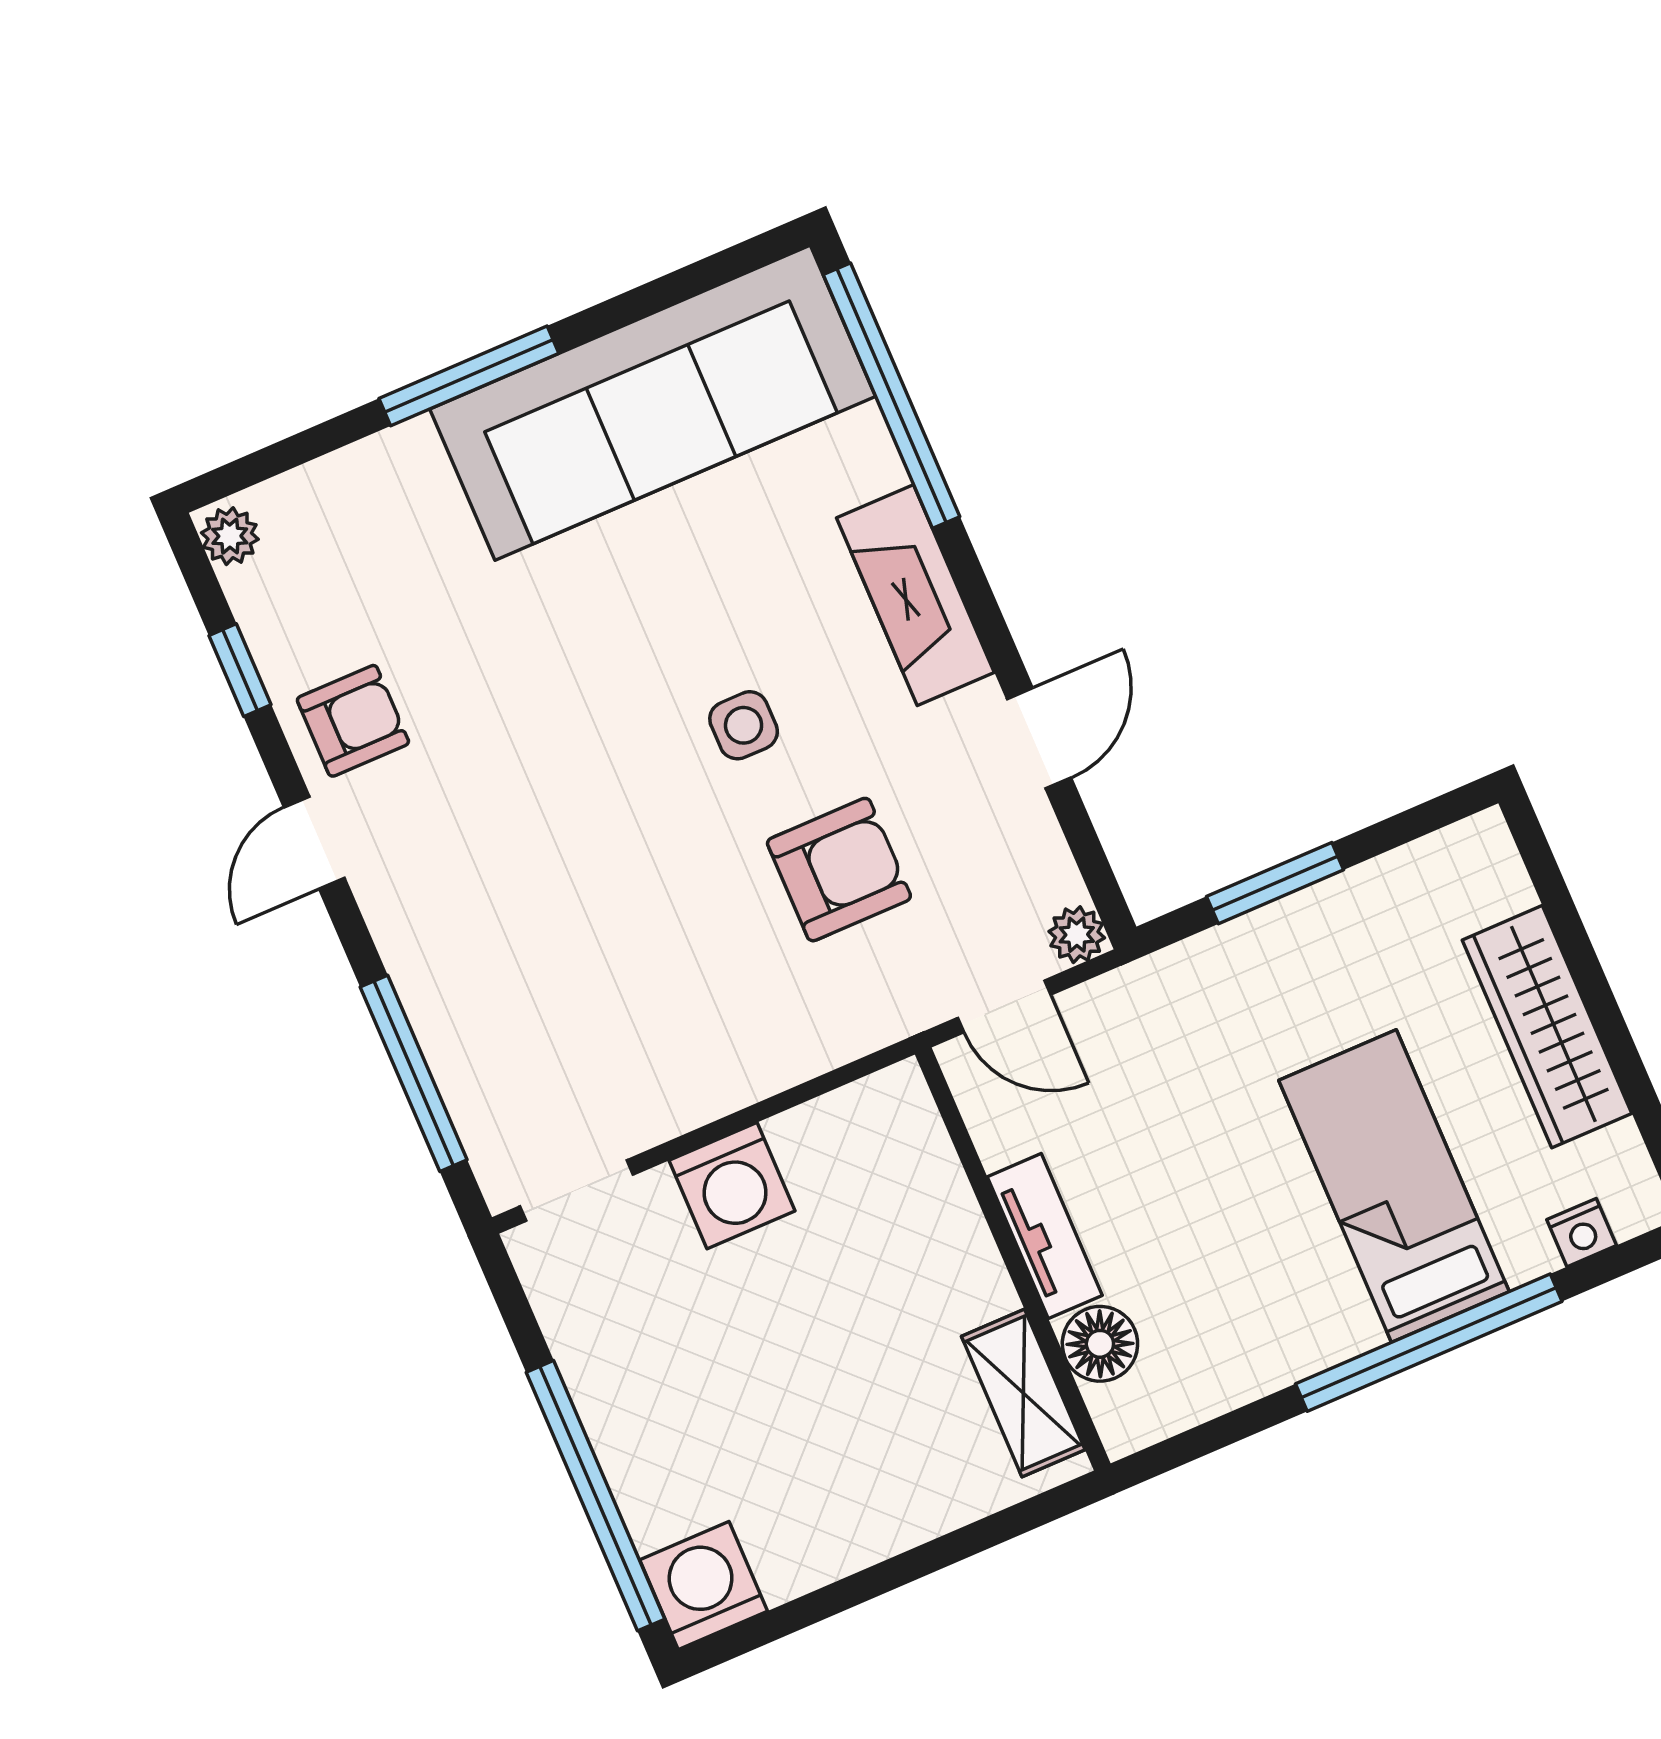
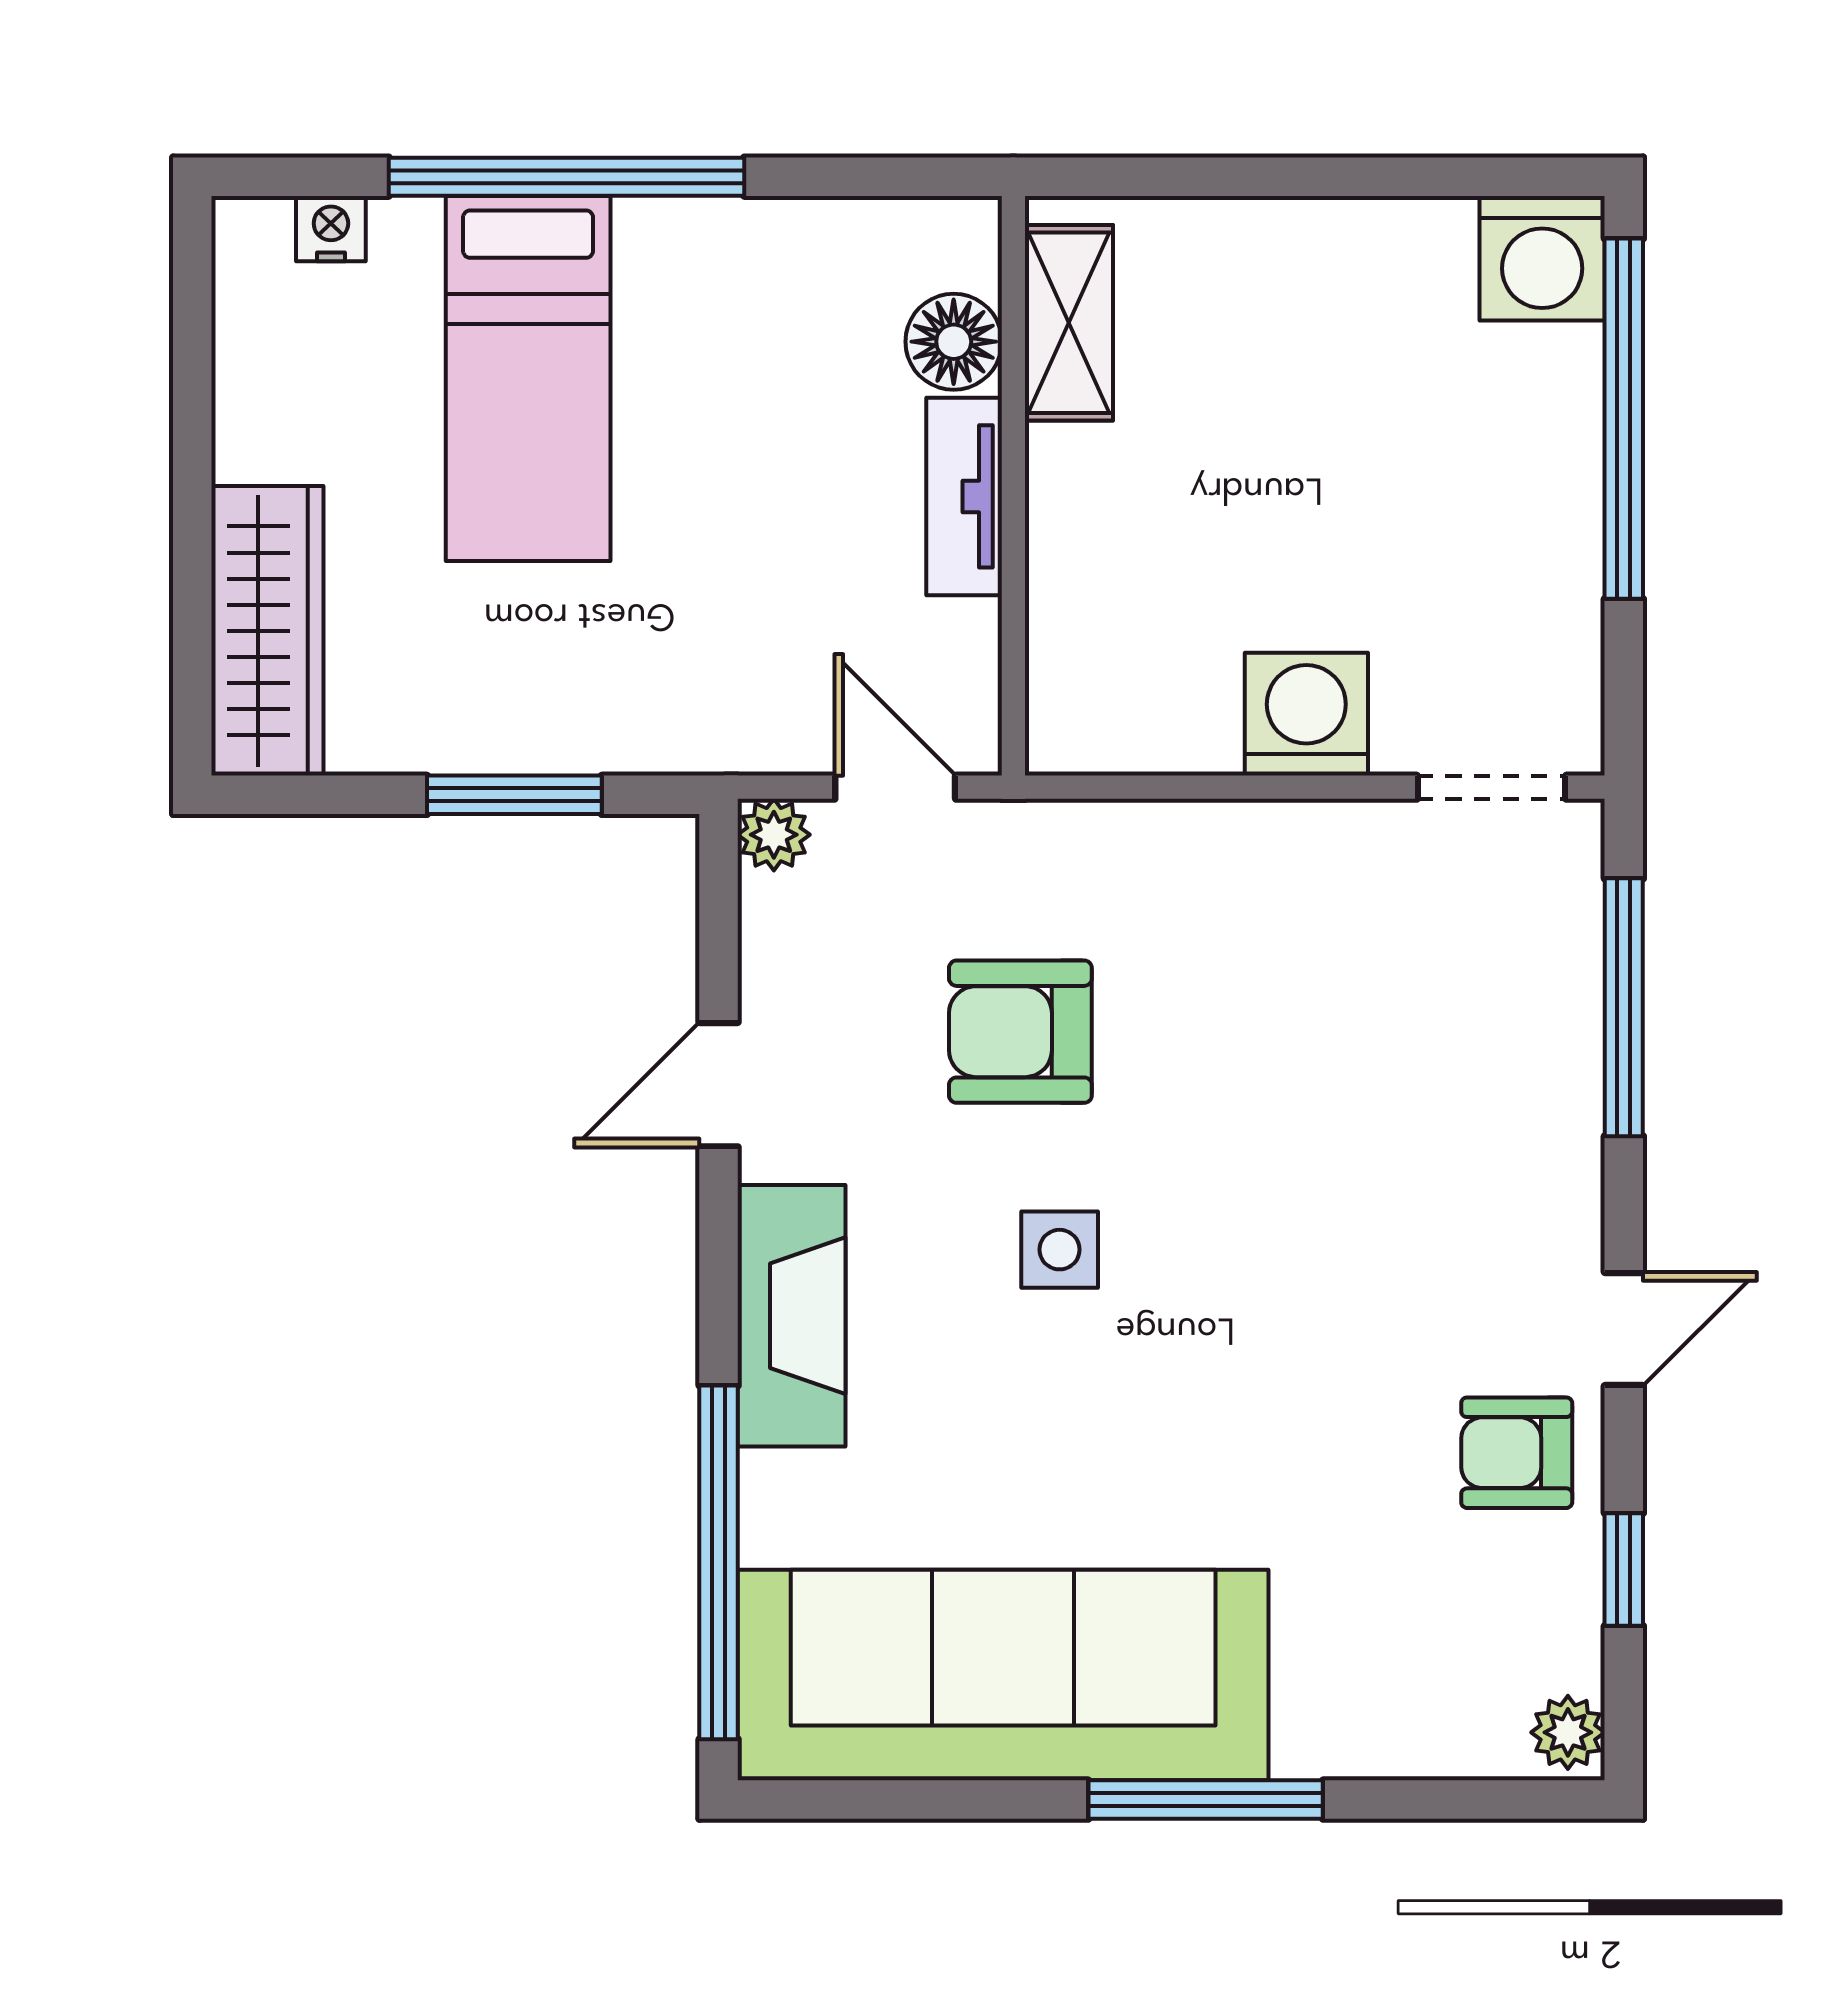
wardrobe: (1547, 1027) -> (267, 631), moved

